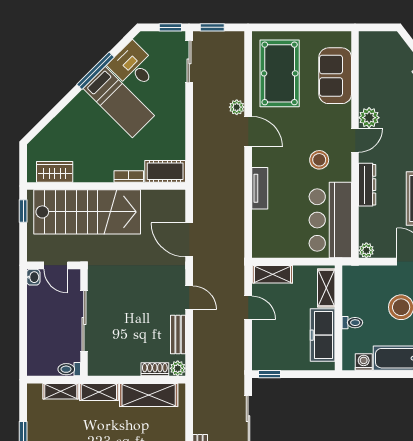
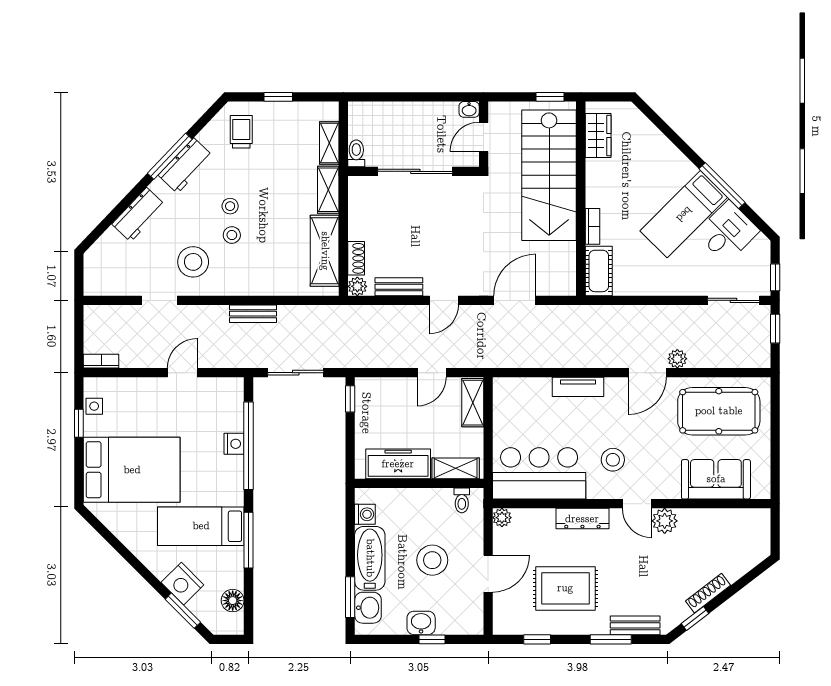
toilet: (352, 323) -> (462, 500), moved

